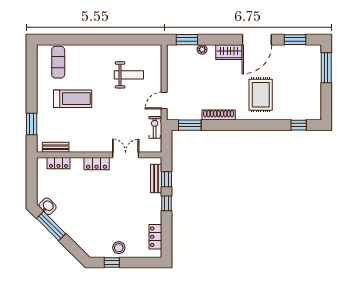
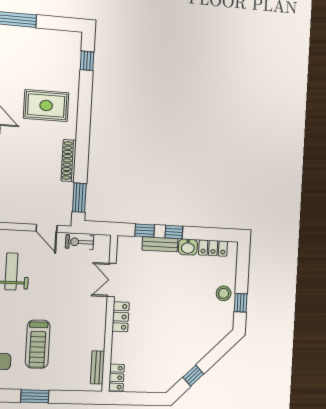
treadmill: (73, 99) -> (38, 344), turned 180
window: (32, 124) -> (35, 396), moved
locker: (59, 163) -> (116, 378), moved
bench: (156, 178) -> (160, 244), moved
washbasin: (48, 206) -> (188, 247), moved, turned -135
window: (51, 226) -> (193, 376), width x0.46

